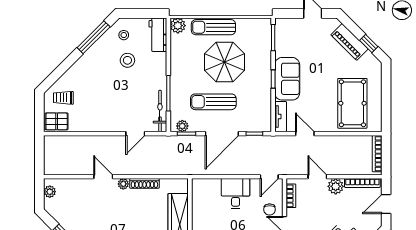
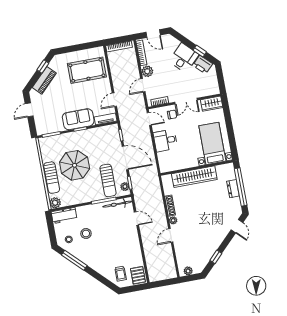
sun lounger: (213, 102) -> (108, 180), moved

